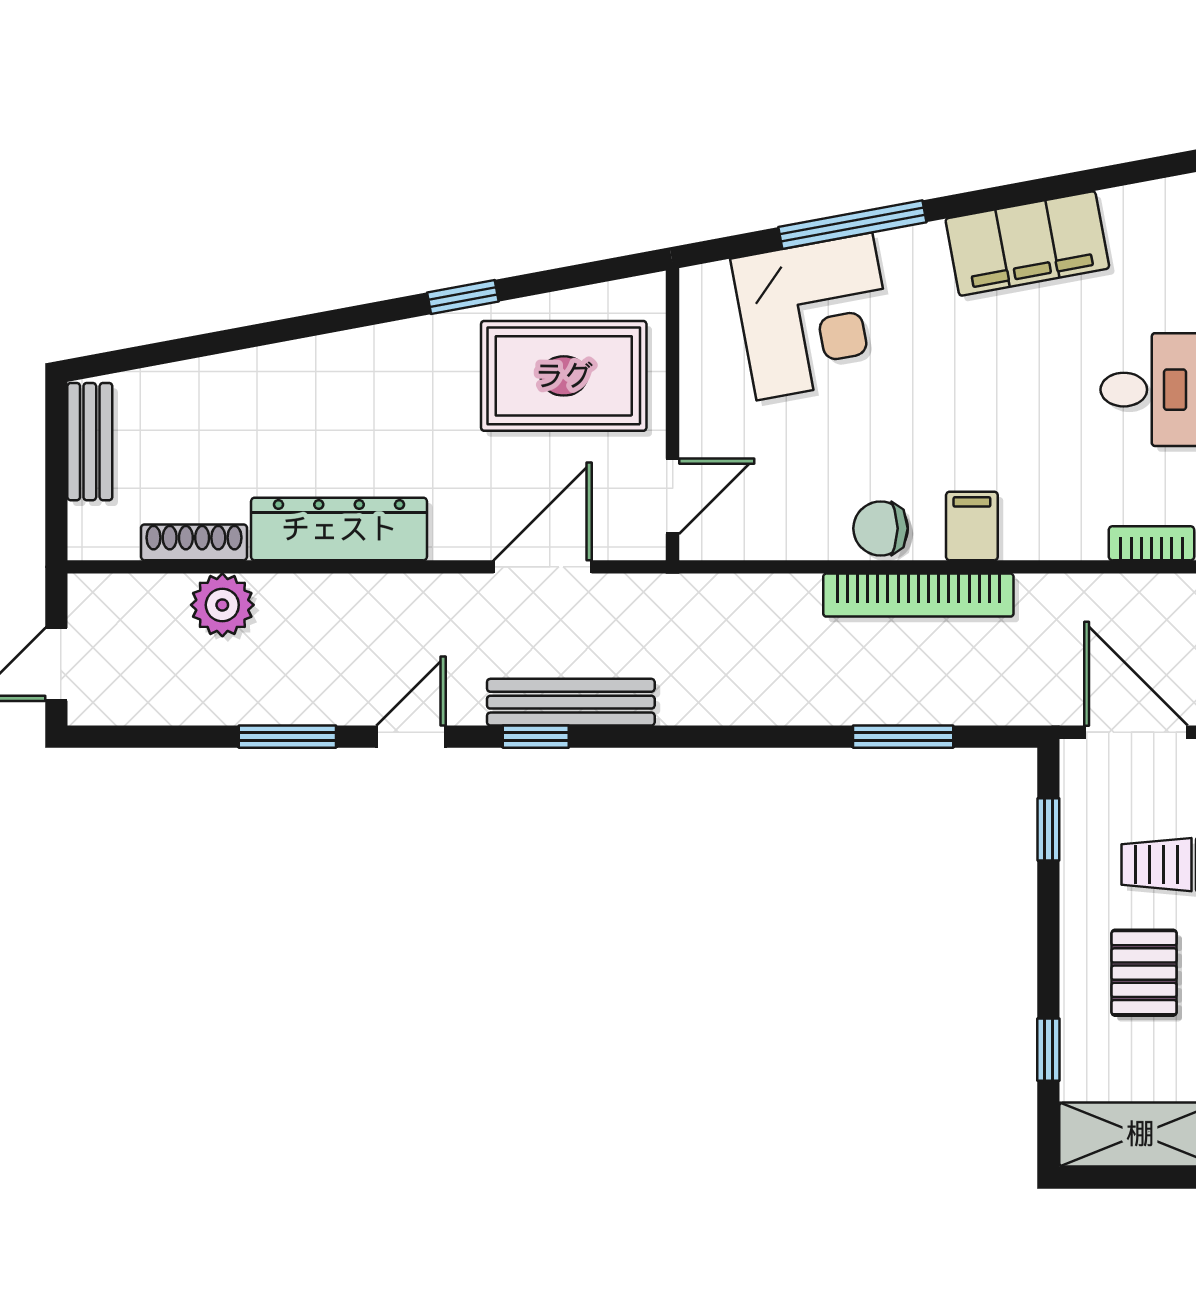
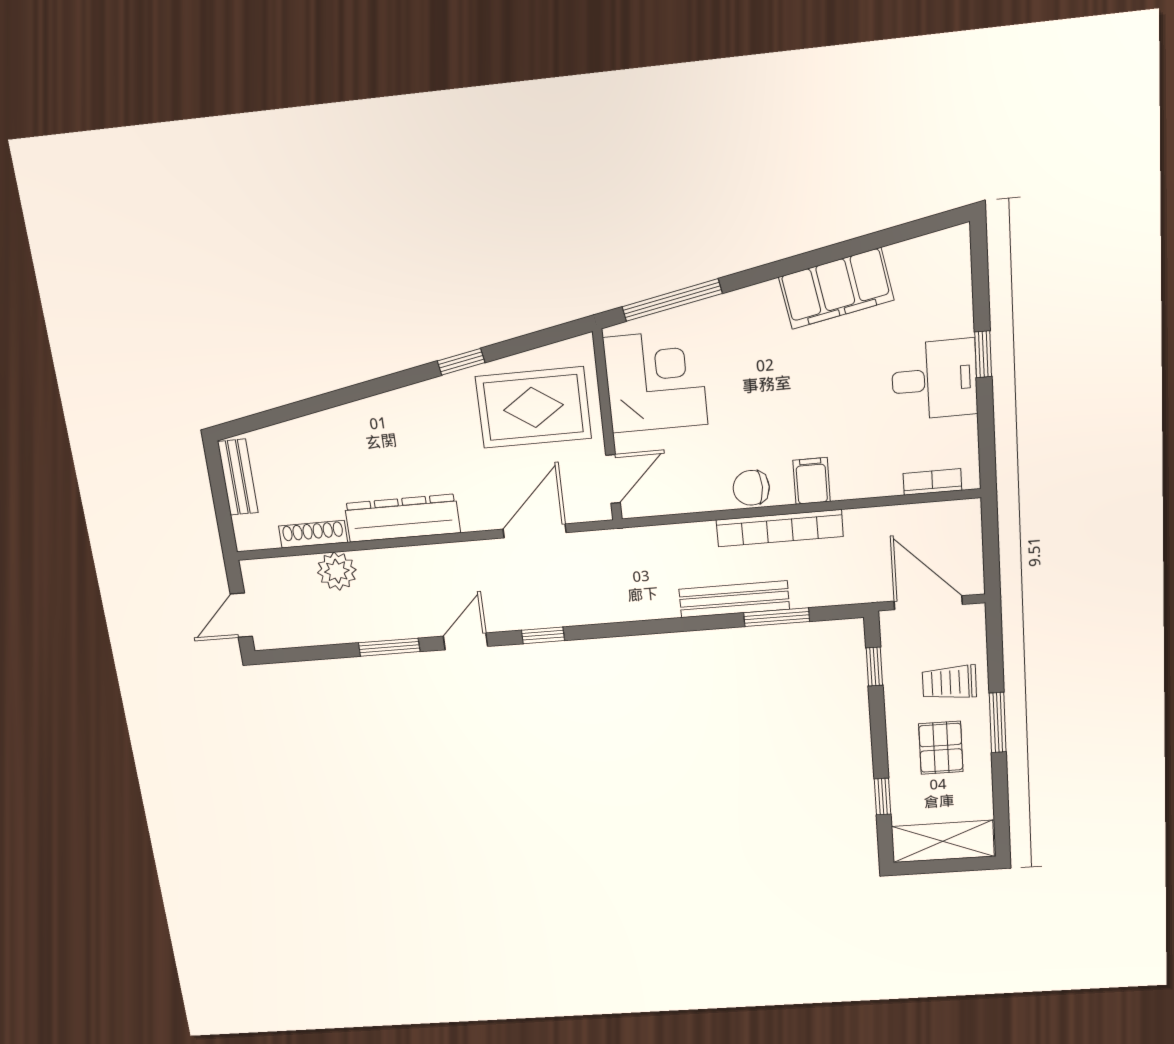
window: (852, 225) -> (672, 300), moved
corner desk: (814, 316) -> (655, 381), moved, turned -79
bench: (571, 702) -> (734, 599), moved

